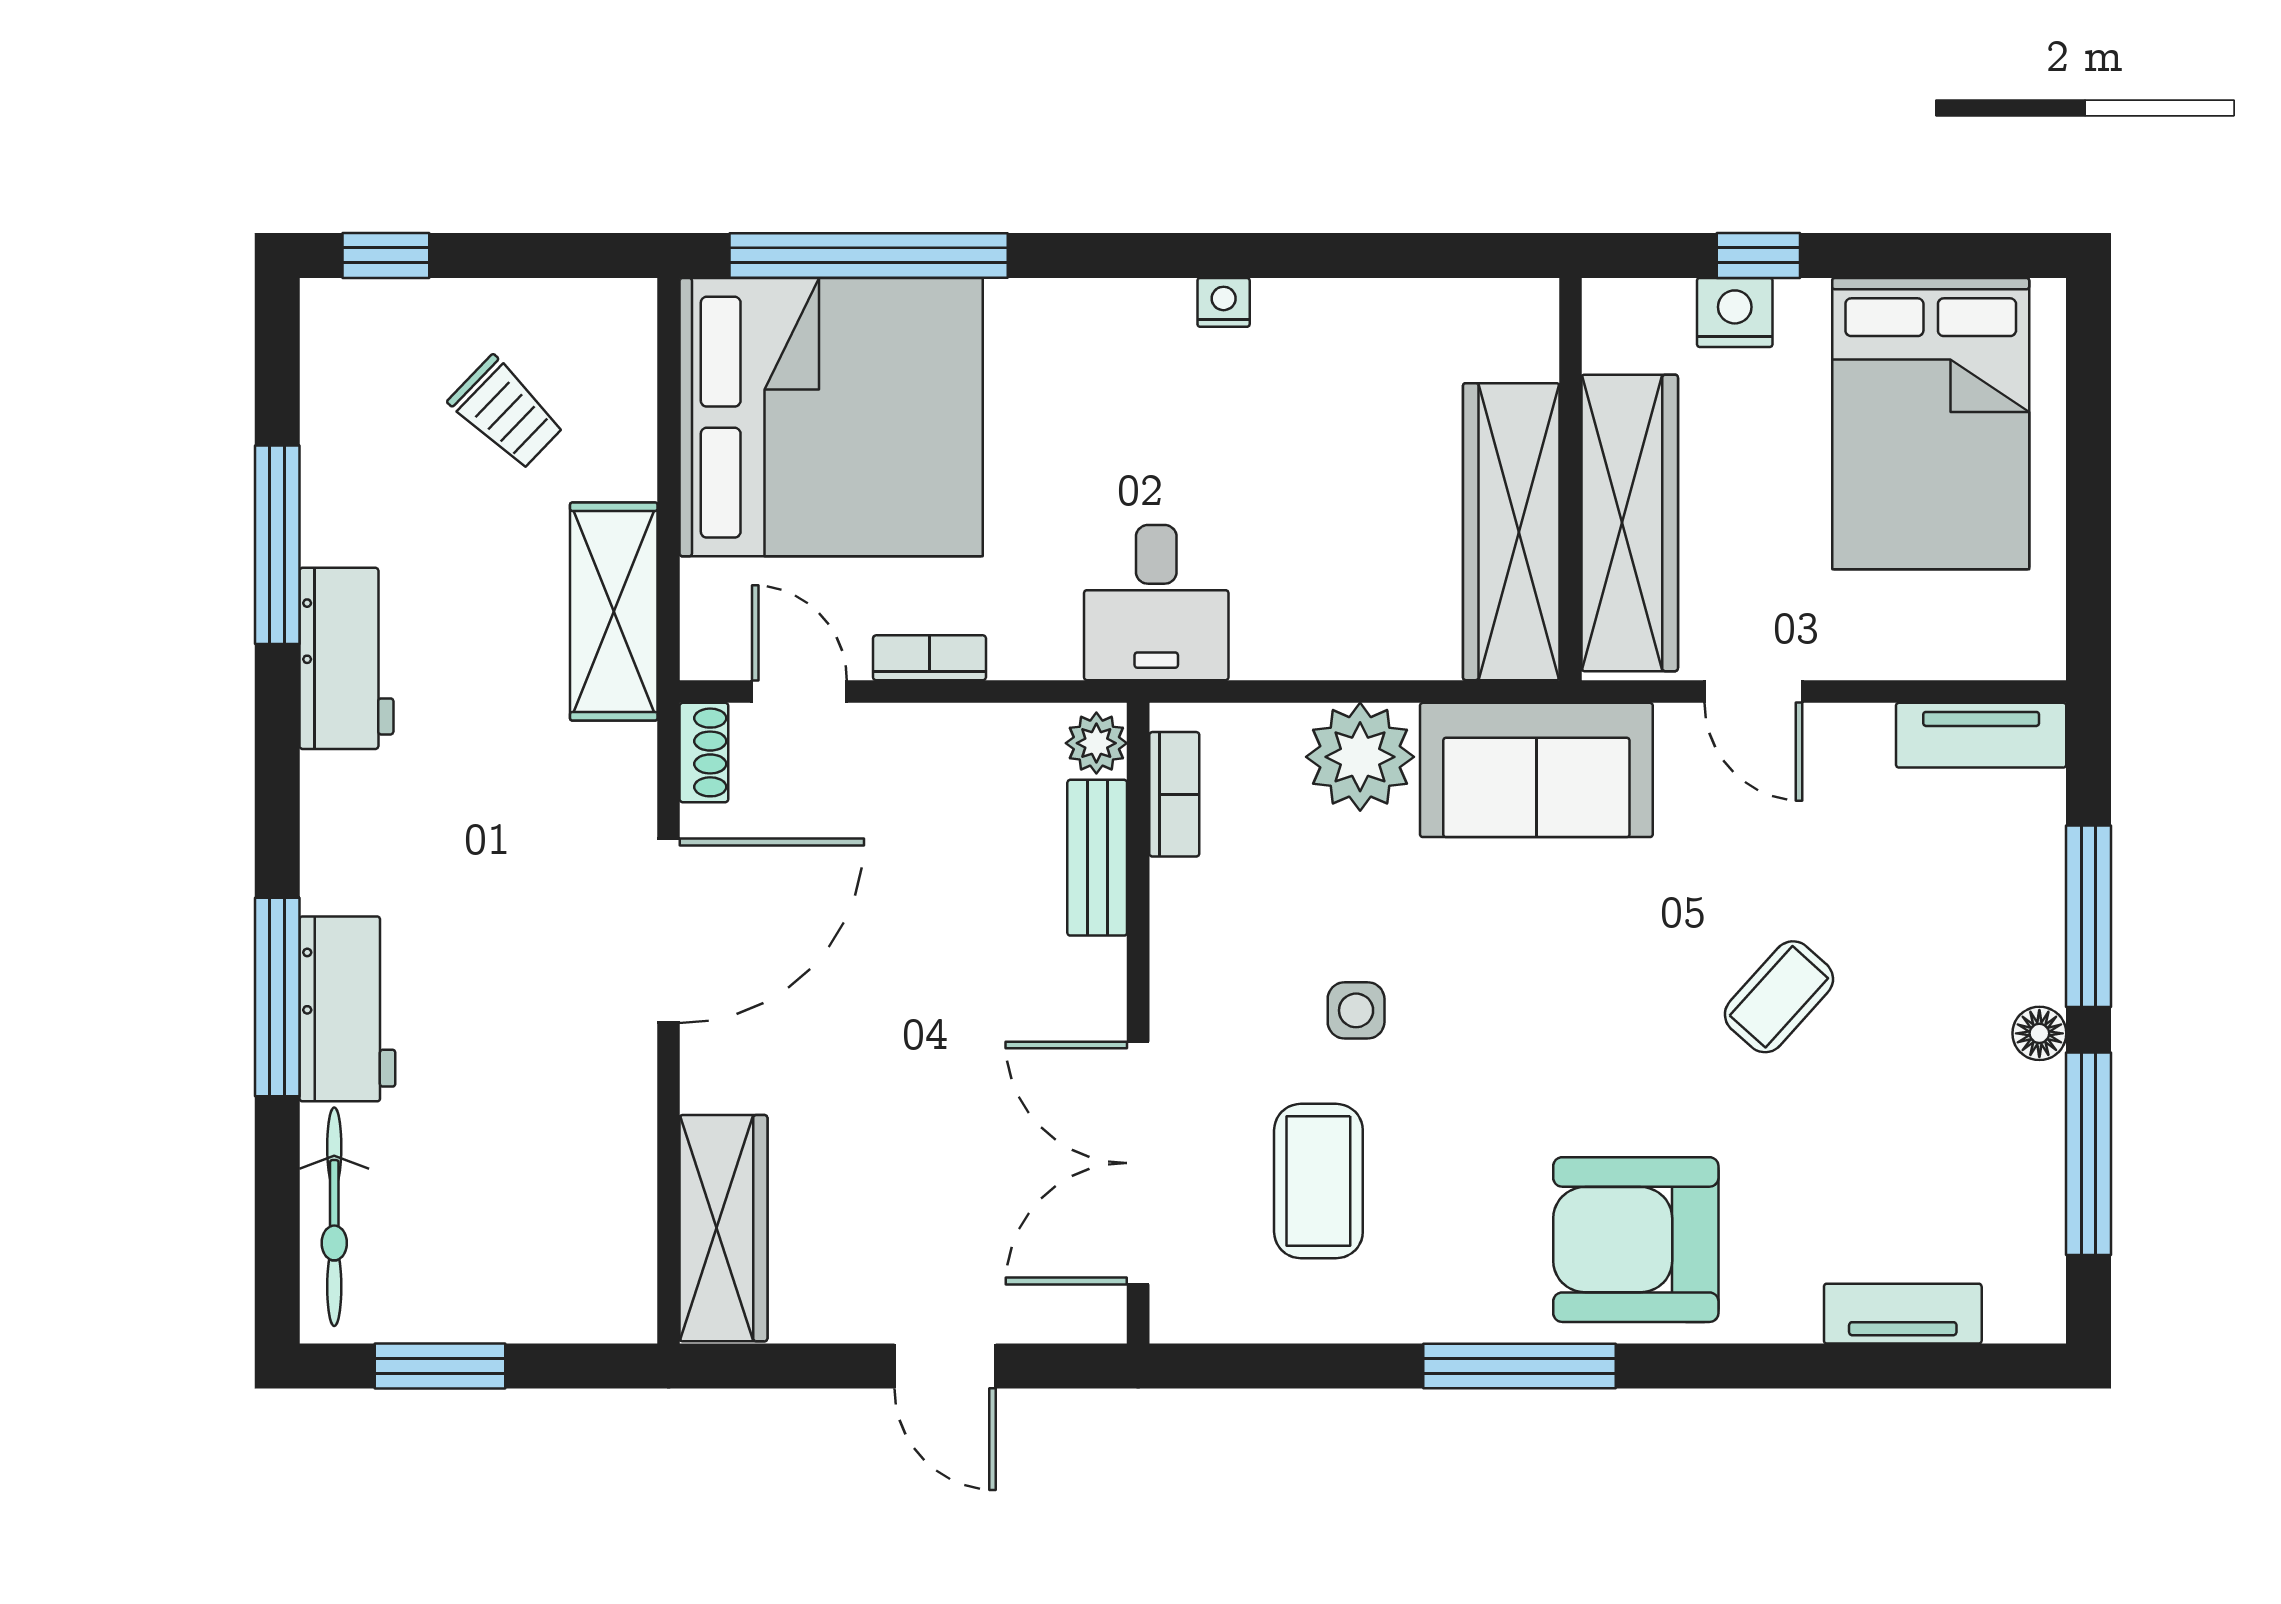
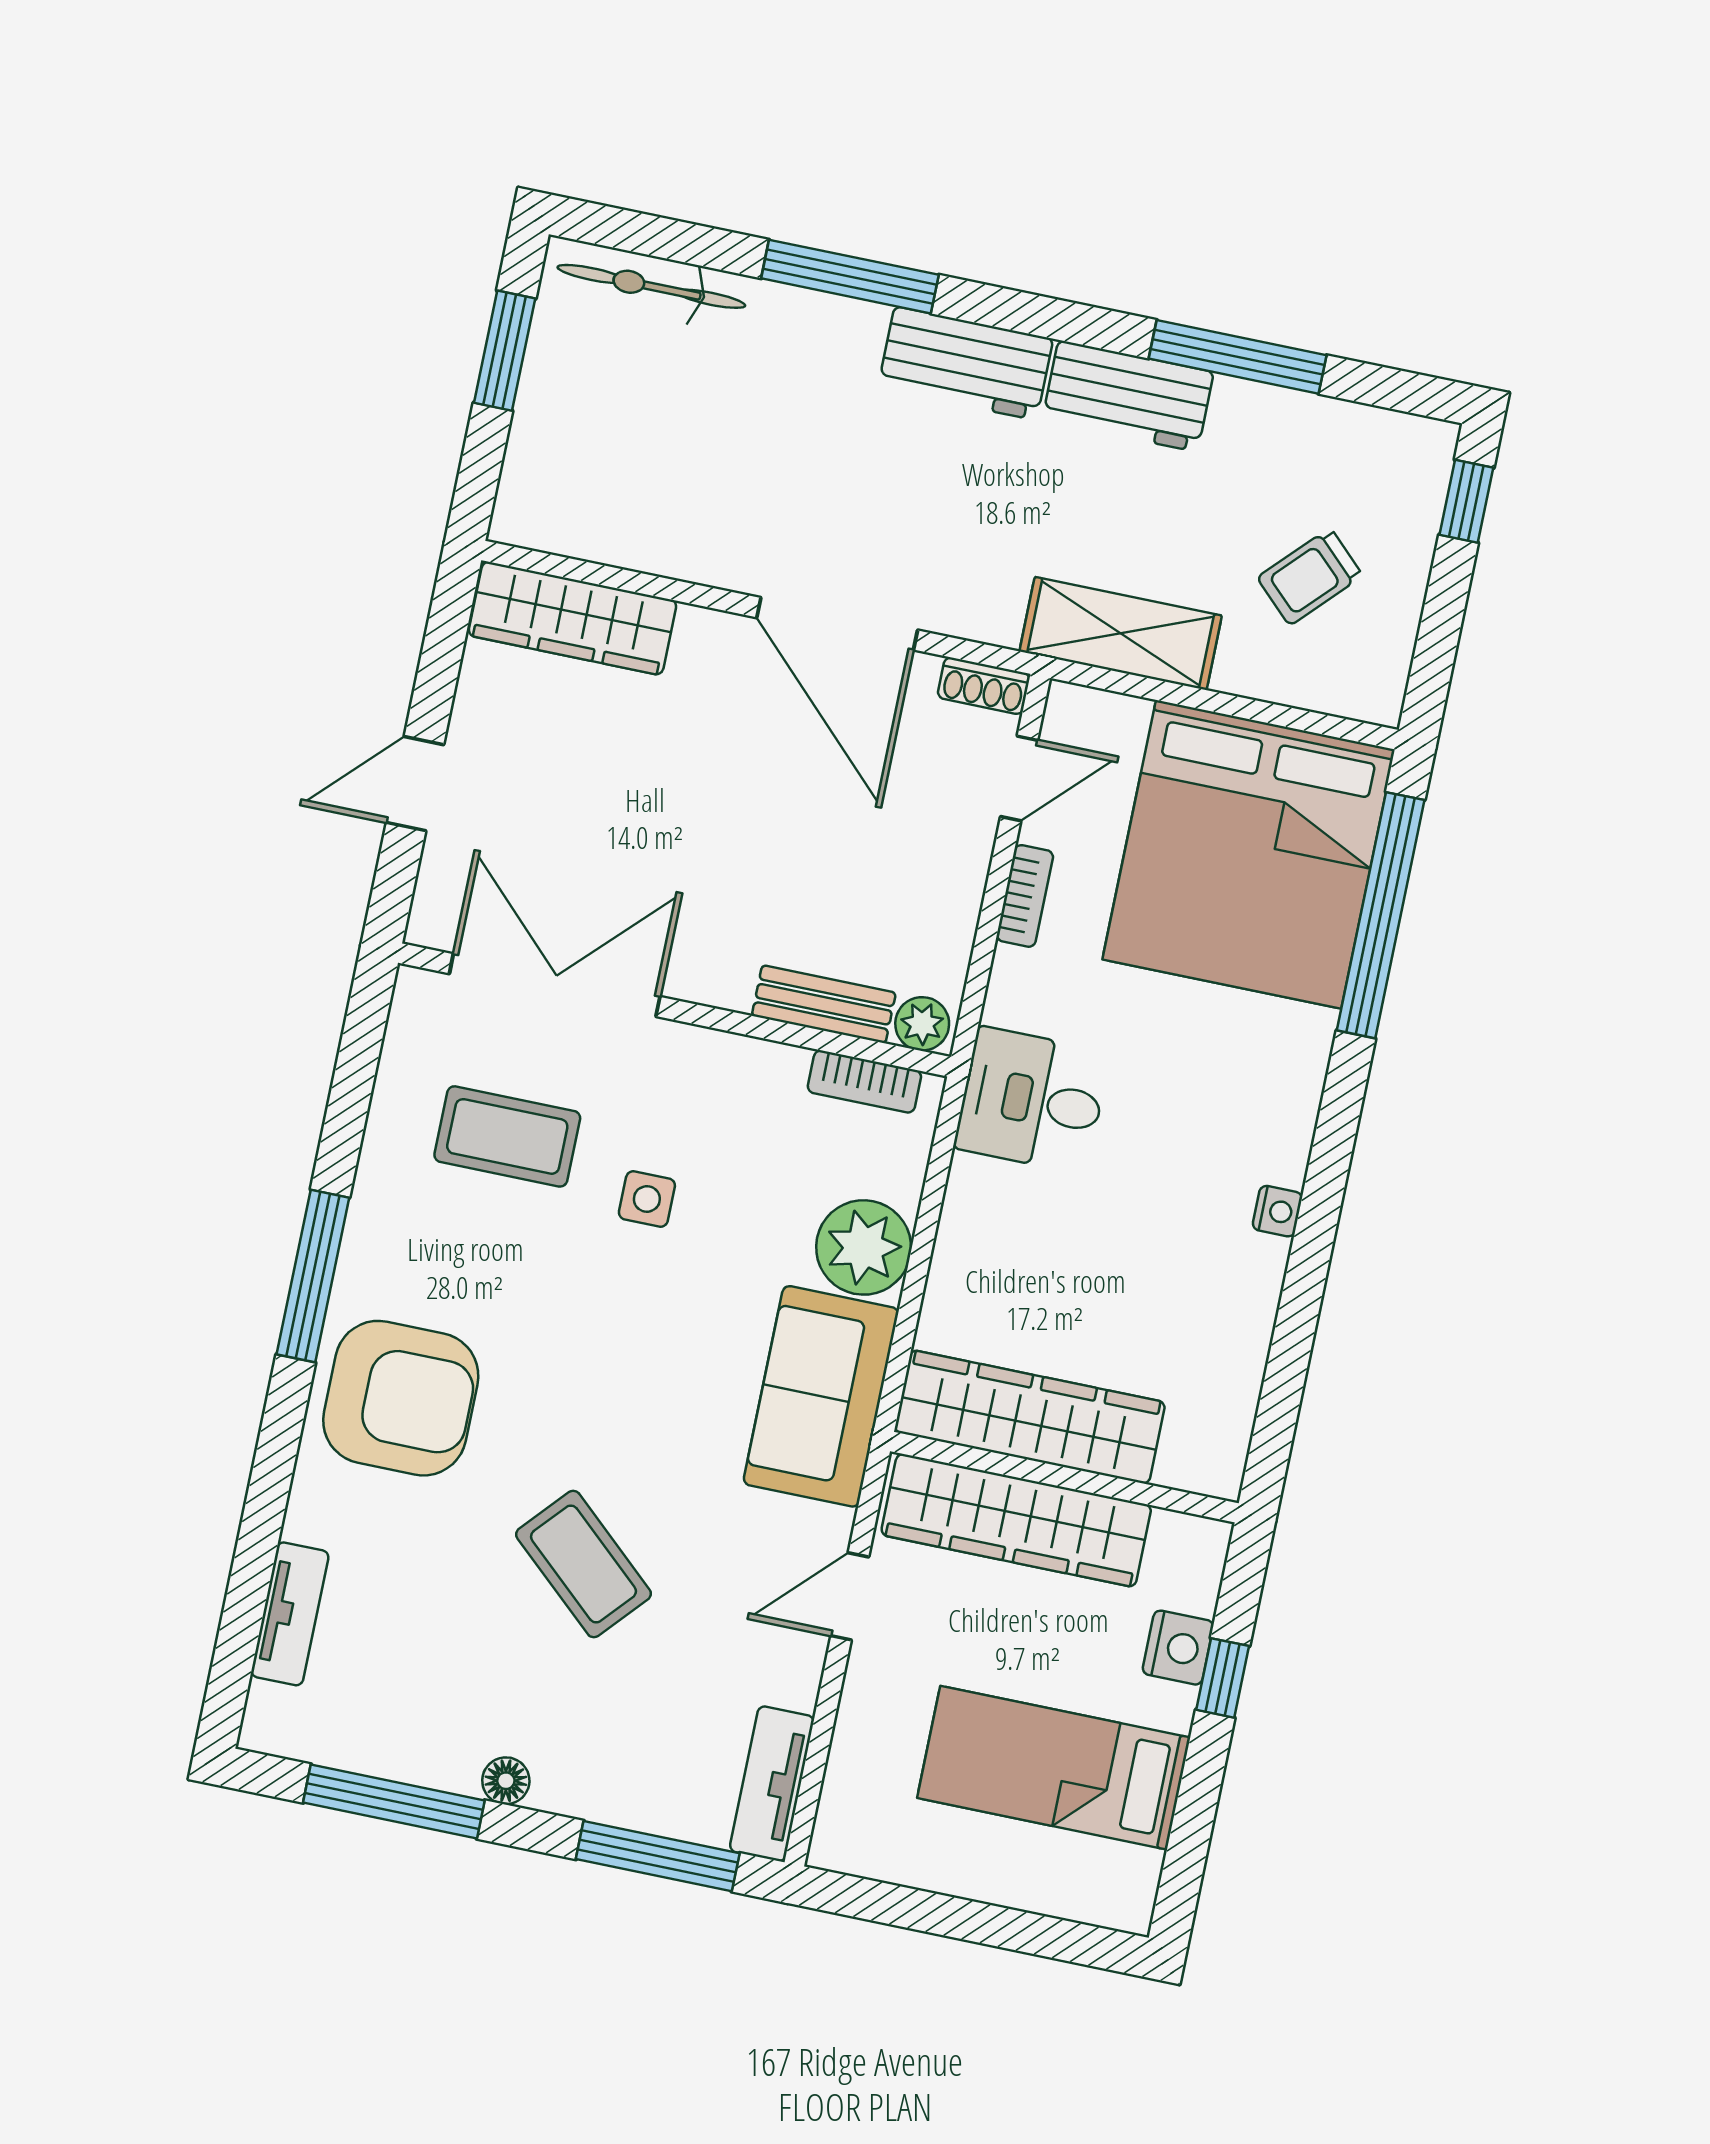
bed: (1931, 424) -> (1054, 1768), width x0.67
window: (2089, 916) -> (658, 1856), moved
coffee table: (1779, 997) -> (583, 1564), width x1.36, depth x1.30
workbench: (347, 1009) -> (966, 363), moved
armchair: (1636, 1240) -> (401, 1398), turned 90

